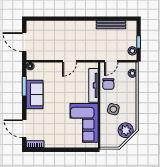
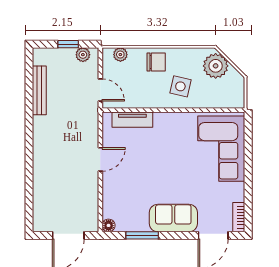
door: (70, 61) -> (100, 159), hinge flipped
chair: (108, 84) -> (156, 62), moved
tv unit: (93, 85) -> (132, 120), width x0.71
sofa: (35, 94) -> (173, 218), moved
corner sofa: (84, 123) -> (221, 149), moved, turned 90

